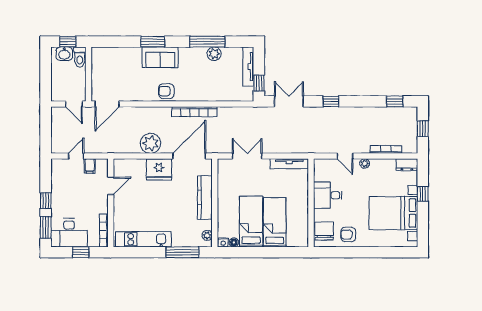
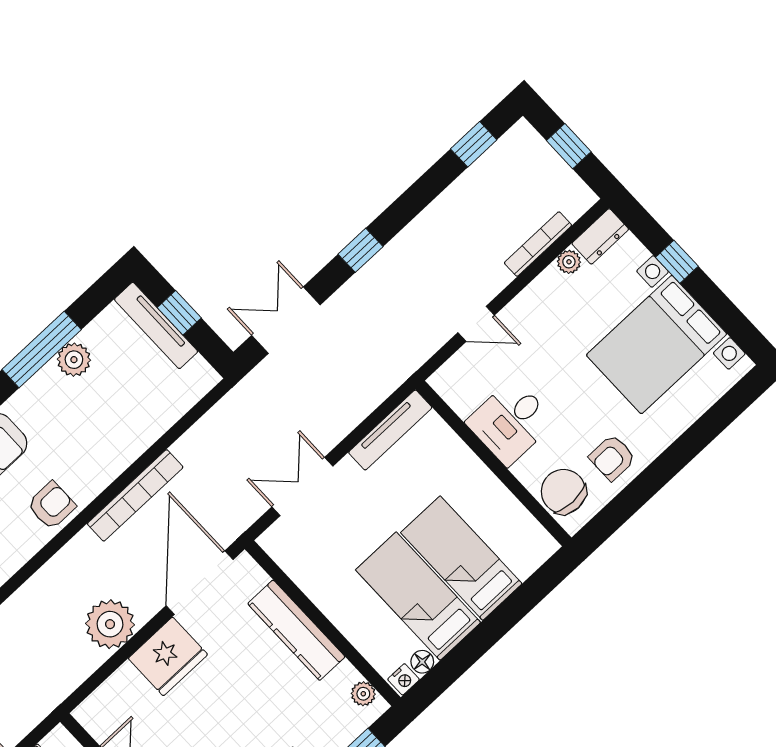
window: (259, 83) -> (179, 313), moved
armchair: (166, 91) -> (51, 505), turned 180
plant: (365, 163) -> (569, 262), moved

